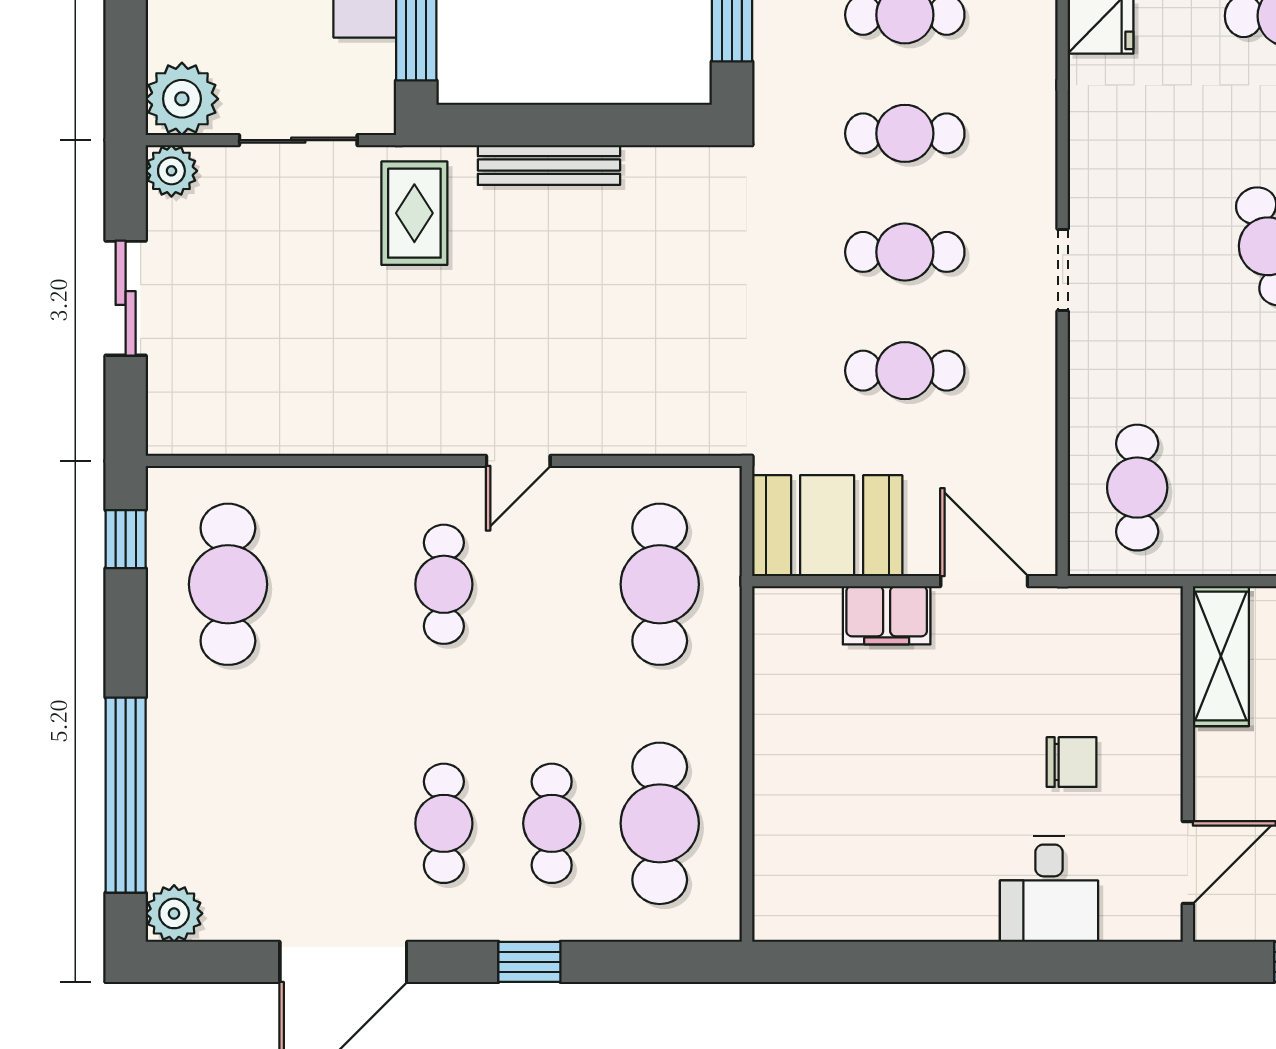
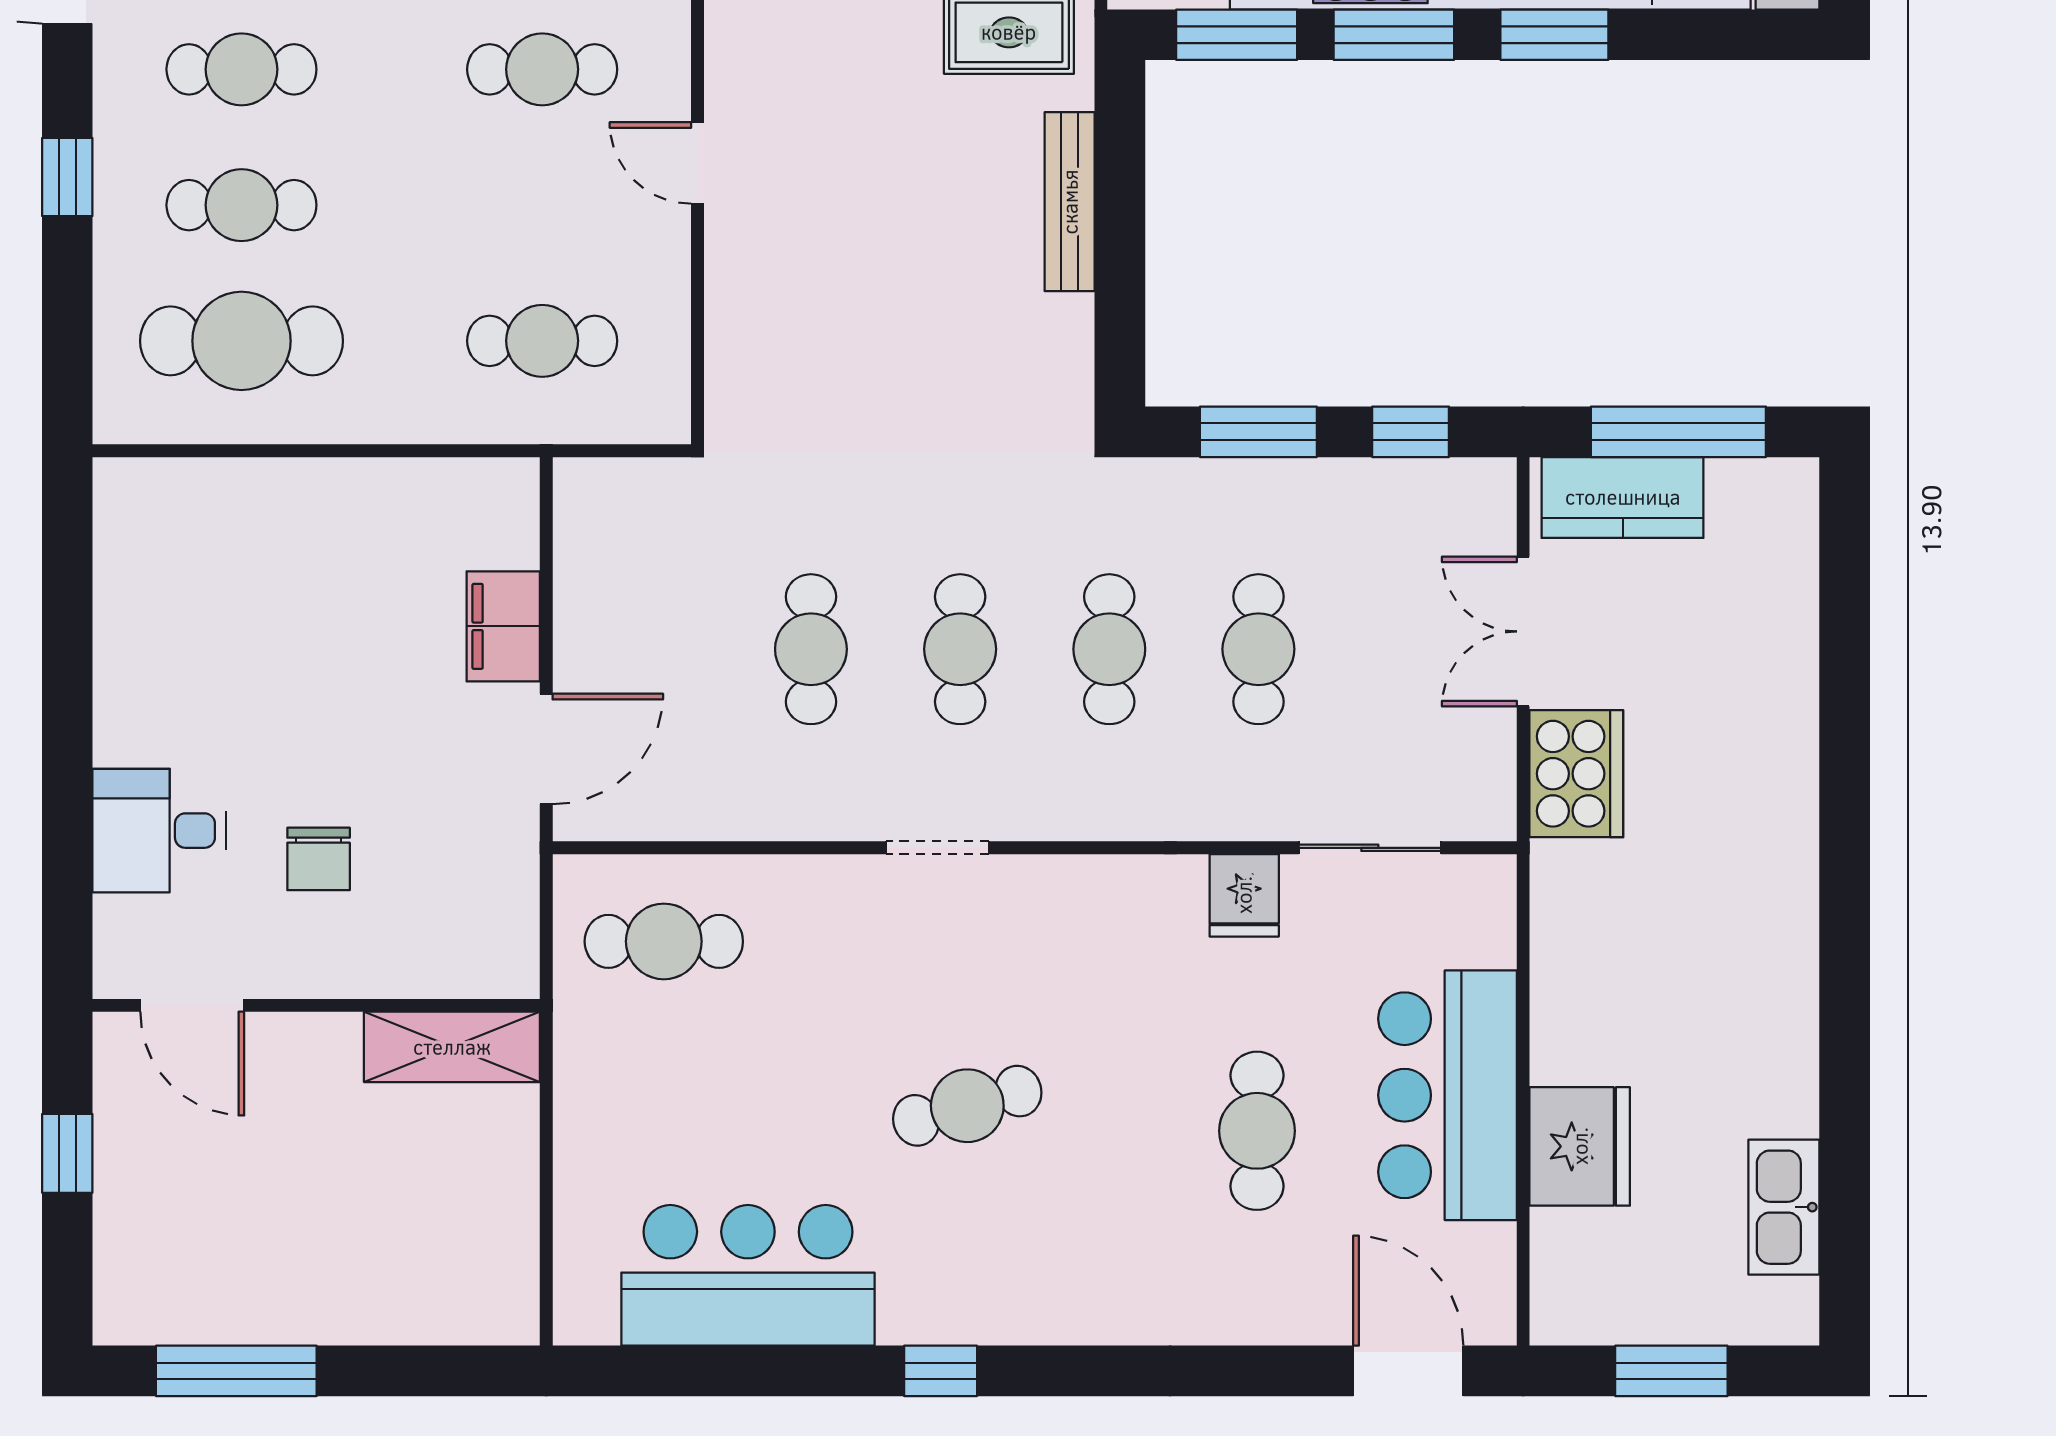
booth: (827, 526) -> (616, 552), removed
cafe table: (660, 584) -> (542, 341), width x0.73, depth x0.74

